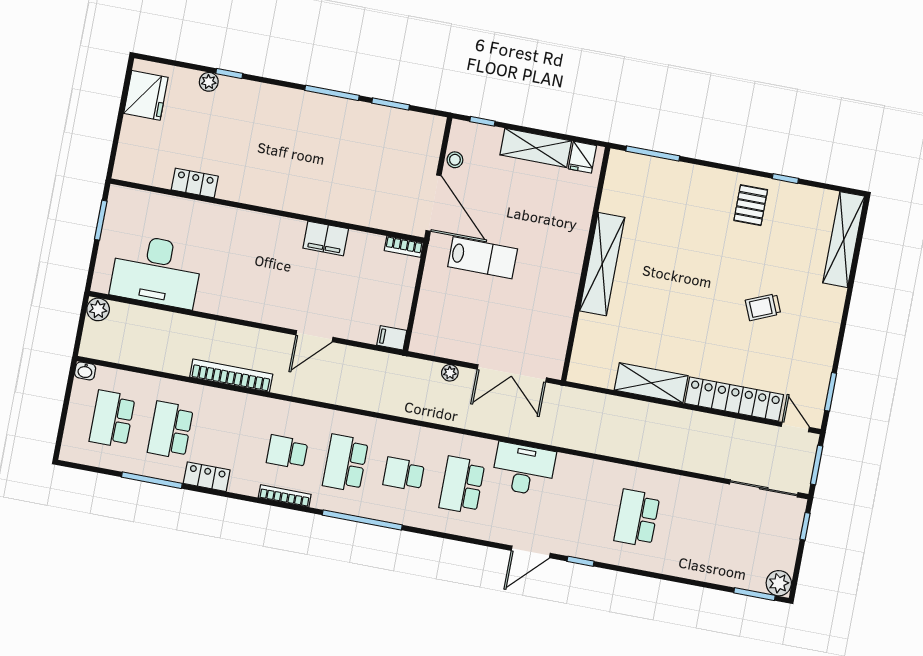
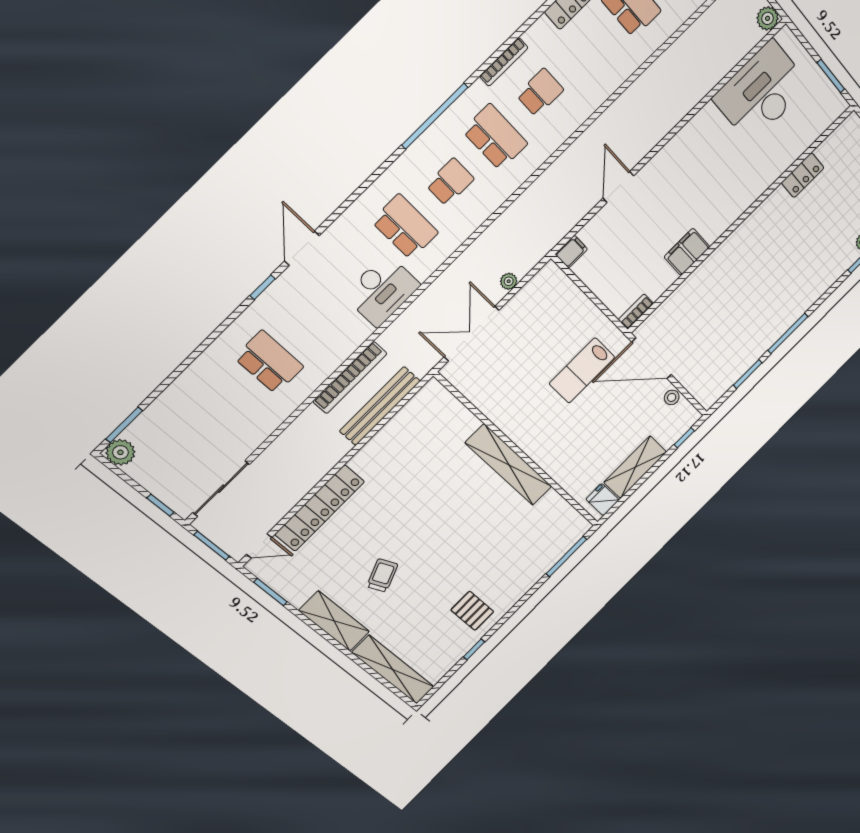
bookcase: (231, 376) -> (350, 378), moved
shelving: (651, 383) -> (334, 621), moved, turned 90
bench: (618, 407) -> (380, 406), added

